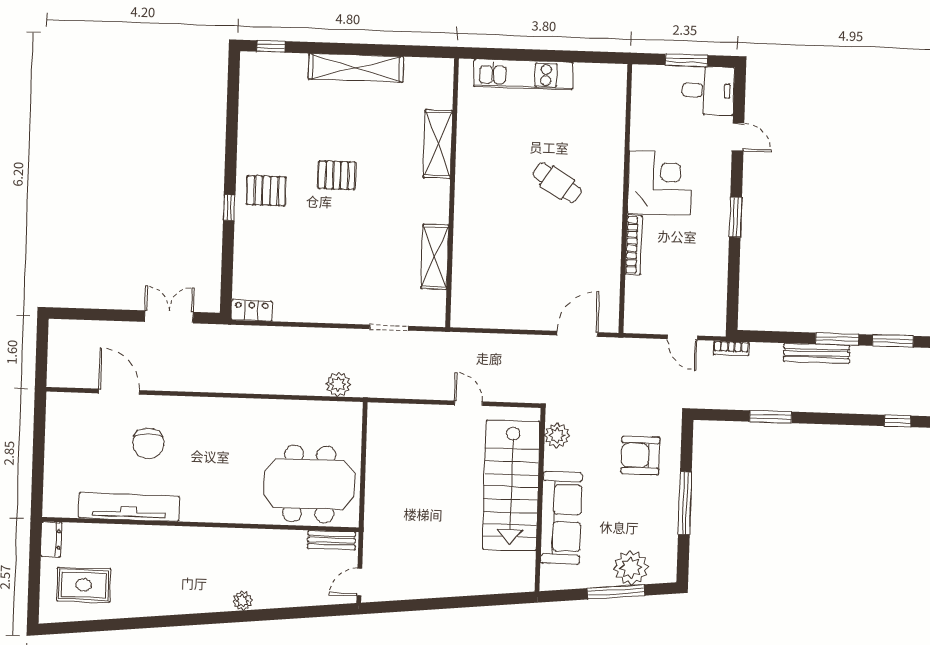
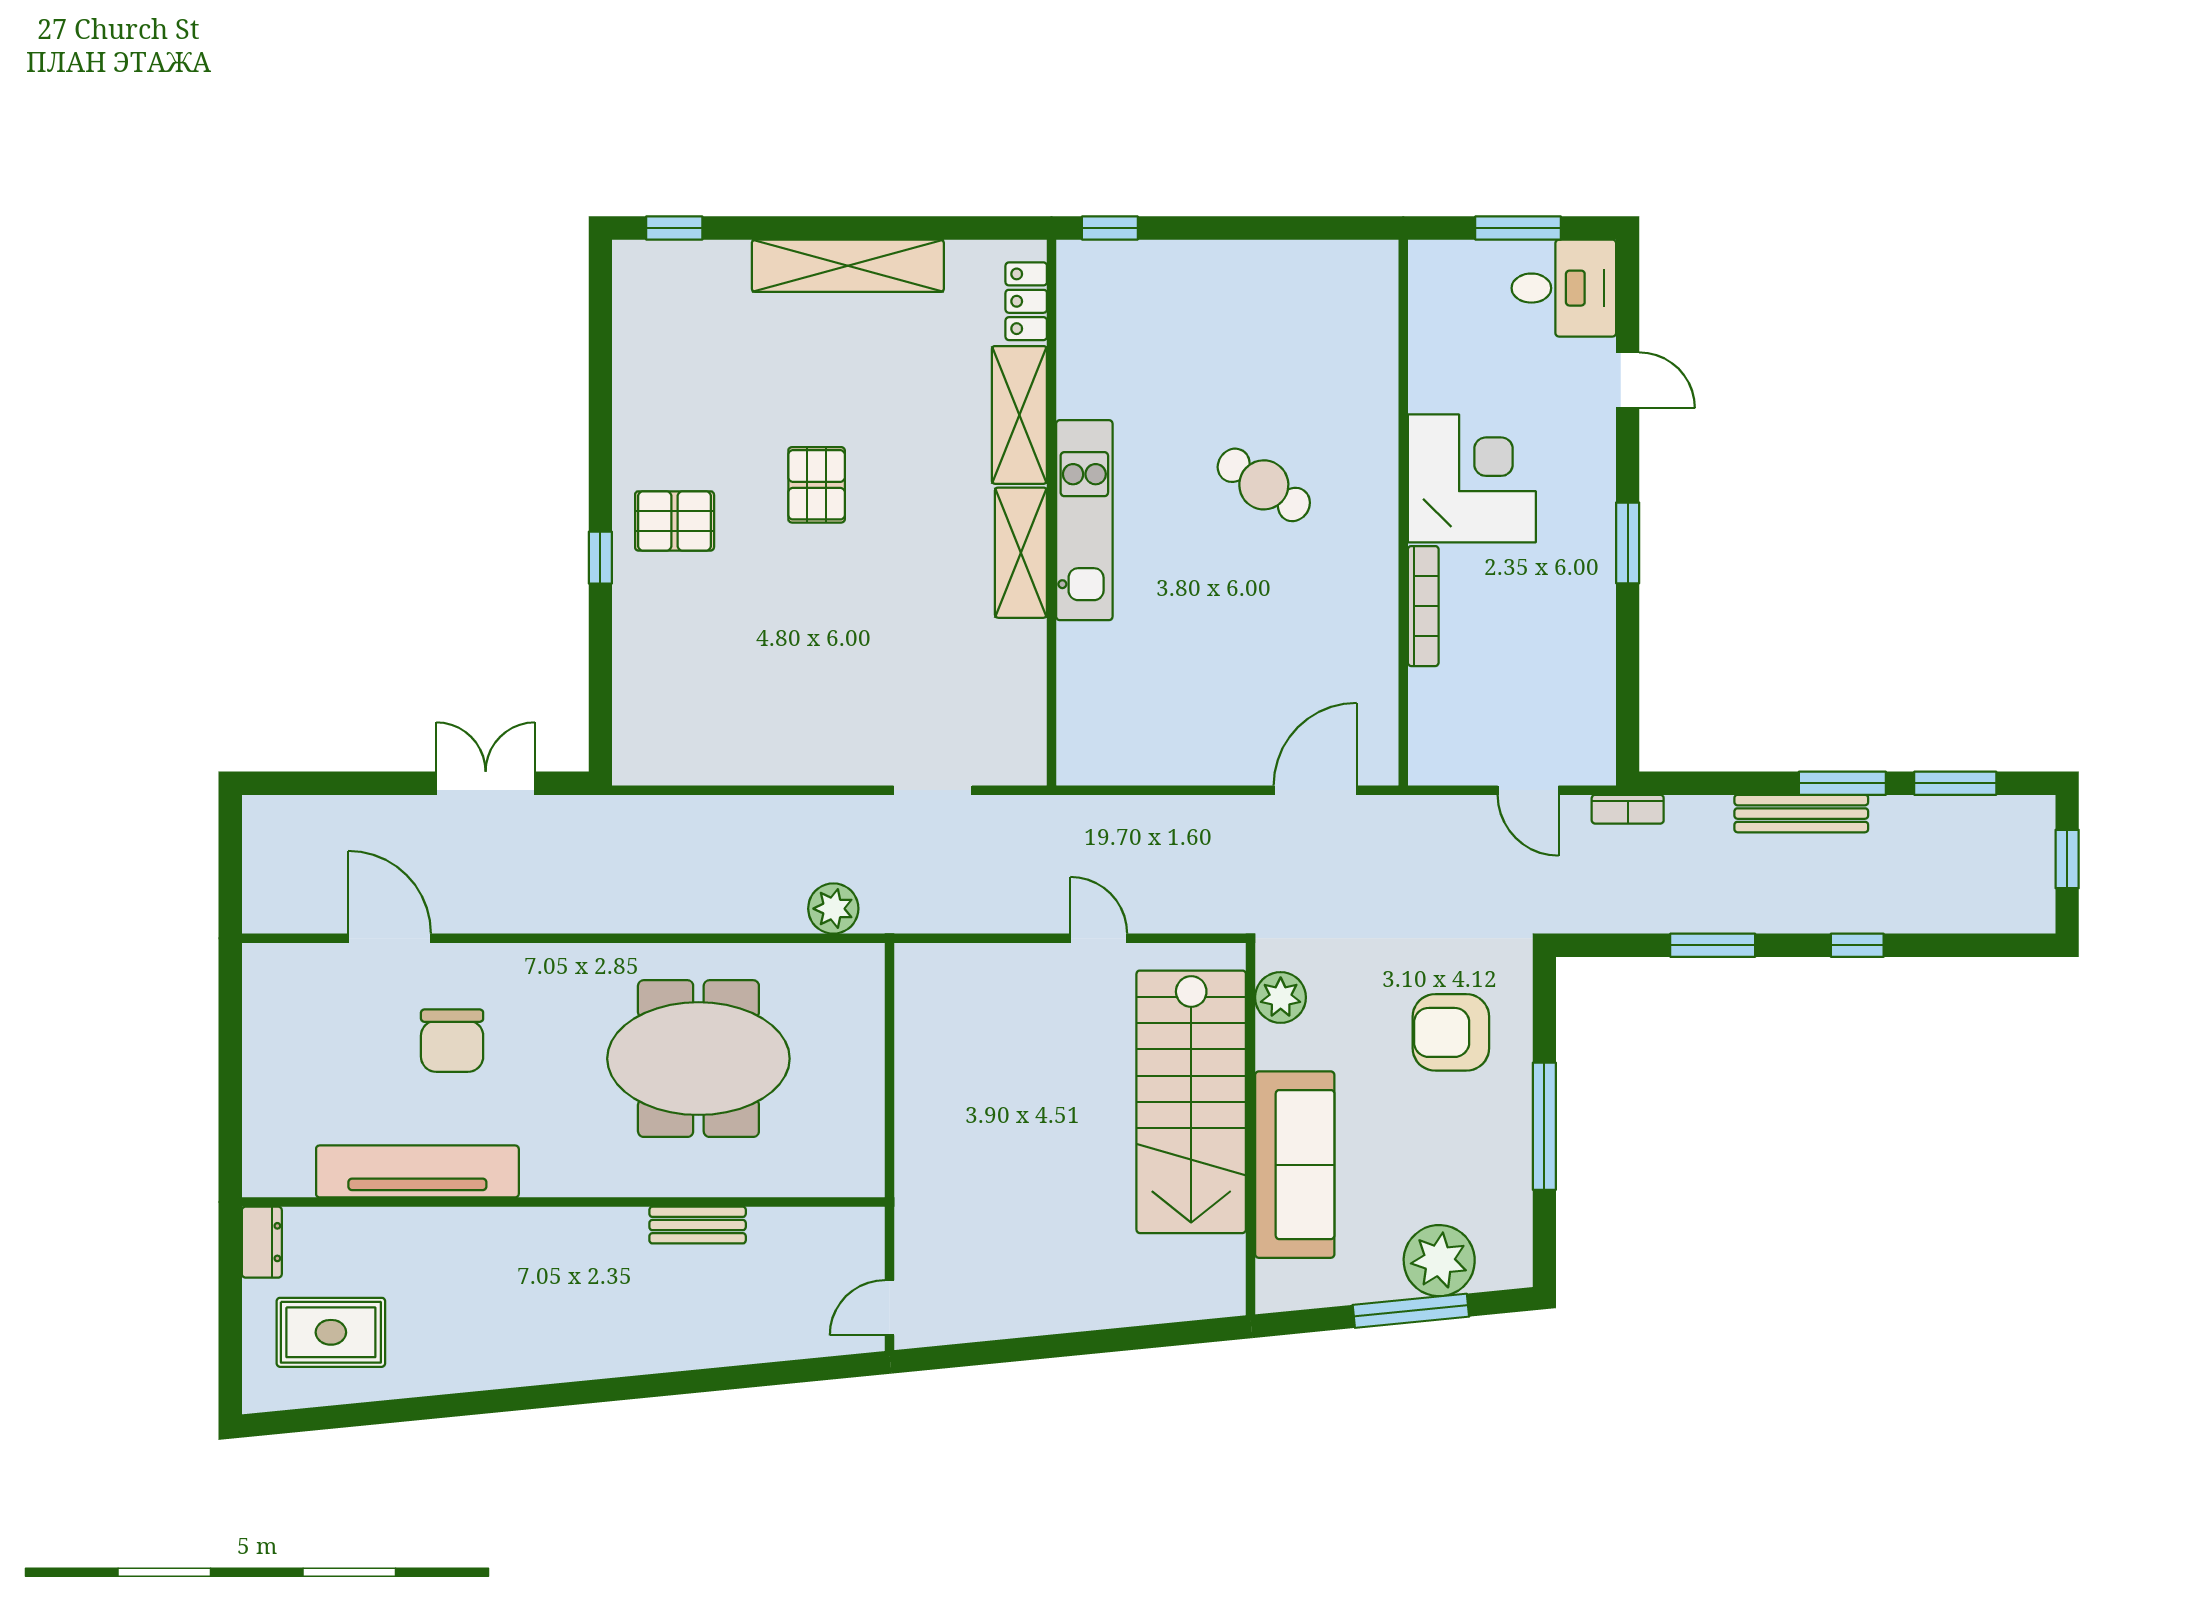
window: (486, 54) -> (1110, 228), added
kitchen unit: (523, 74) -> (1084, 520), moved, turned -90
pallet: (337, 175) -> (817, 485), turned 90
shelving: (435, 257) -> (1021, 553), moved
locker: (252, 311) -> (1026, 301), moved, turned -90
window: (898, 421) -> (1857, 945), moved
meeting table: (309, 484) -> (698, 1059), moved
bench: (332, 540) -> (698, 1225), moved
plant: (243, 601) -> (654, 1354), removed

